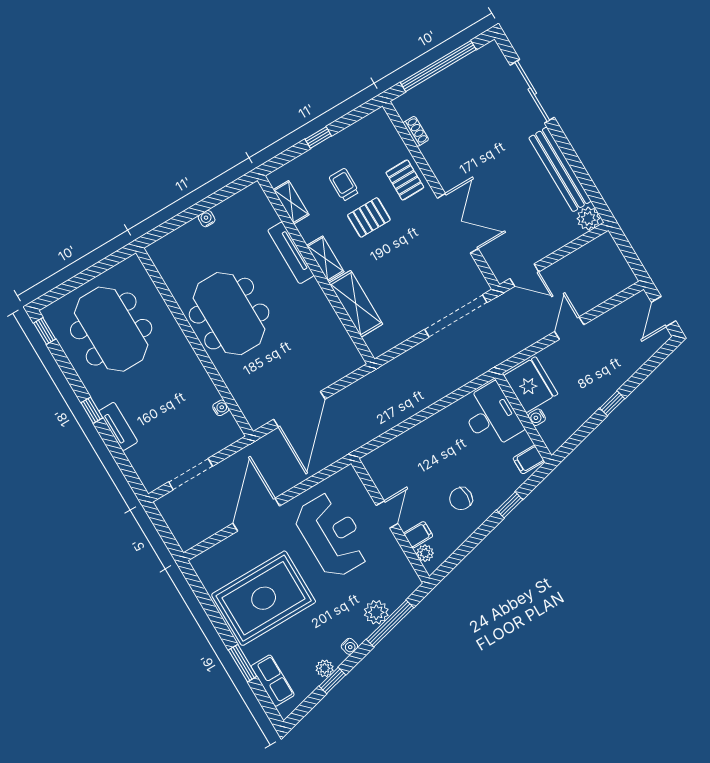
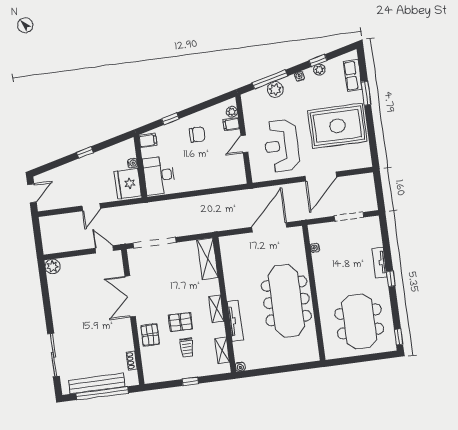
bench: (560, 169) -> (97, 383), moved, turned 90
water cooler: (207, 219) -> (240, 367), moved
shelving: (356, 304) -> (208, 259), moved
meeting table: (229, 314) -> (286, 301), width x1.36

